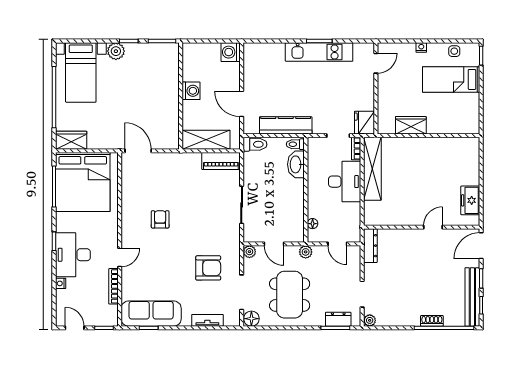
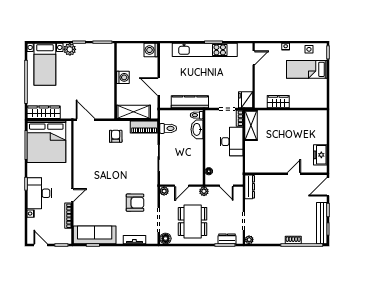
kitchen unit: (319, 52) -> (205, 50), width x1.36
wardrobe: (71, 140) -> (44, 112), width x1.50
toilet: (255, 144) -> (168, 128), moved
shelving: (372, 169) -> (251, 125), width x0.68
armchair: (160, 219) -> (116, 136), moved
door: (274, 244) -> (182, 186), hinge flipped

